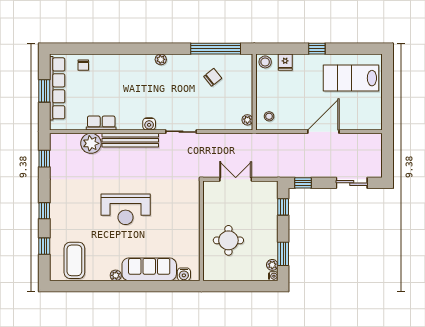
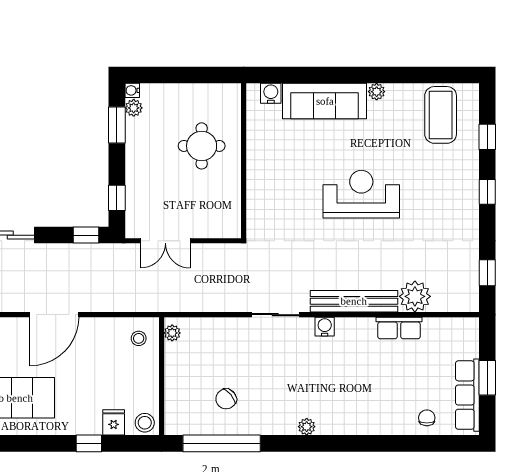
window: (317, 49) -> (89, 443), moved
row of seats: (57, 88) -> (467, 395), width x0.73
double door: (236, 179) -> (165, 241), moved

